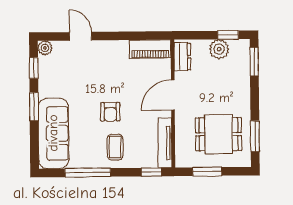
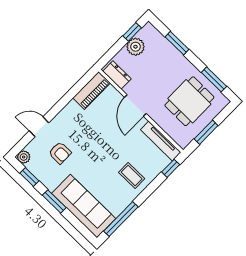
window: (254, 62) -> (177, 43), moved
armchair: (110, 112) -> (60, 153), moved
window: (88, 173) -> (121, 219), moved

